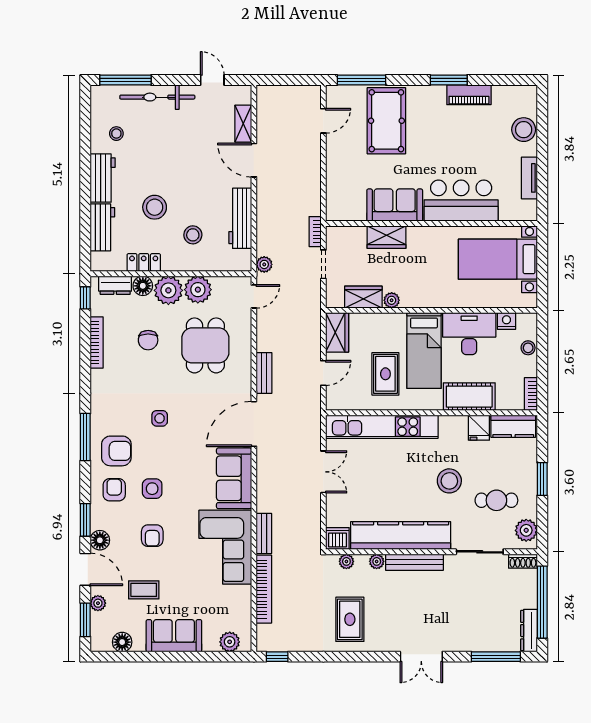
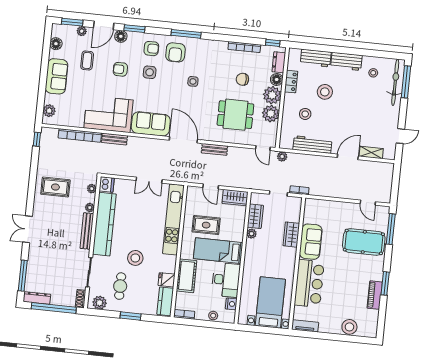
bicycle: (157, 97) -> (395, 82), moved
tv unit: (529, 178) -> (305, 326), moved

